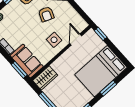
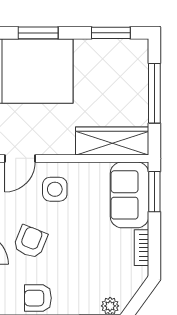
wardrobe: (45, 78) -> (112, 141), width x1.50

